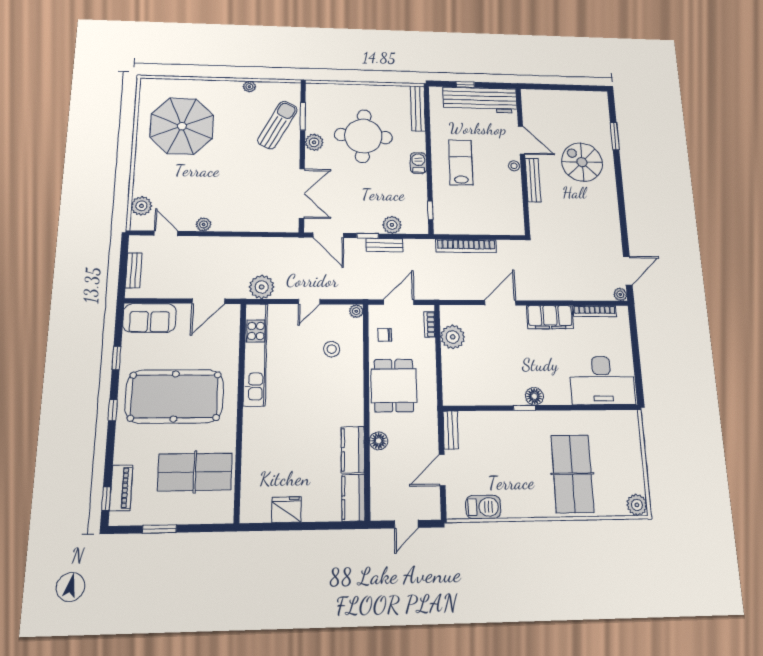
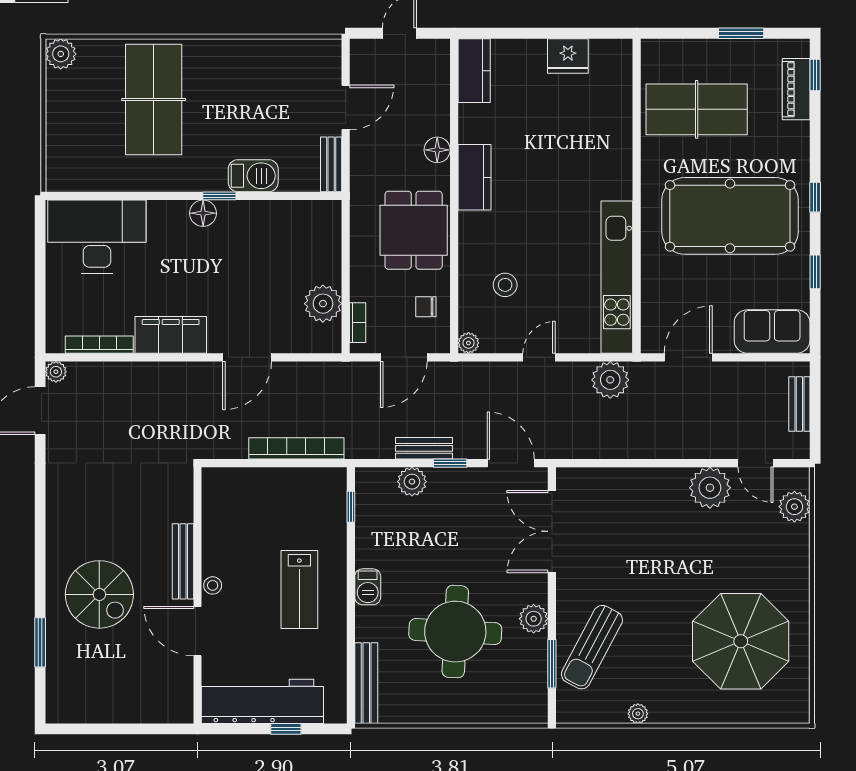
plant: (204, 224) -> (710, 488), width x1.88, depth x1.88
chair: (385, 335) -> (426, 307), turned 180
kitchen counter: (353, 450) -> (474, 177), moved
barbecue: (483, 507) -> (253, 176), moved, turned 180

